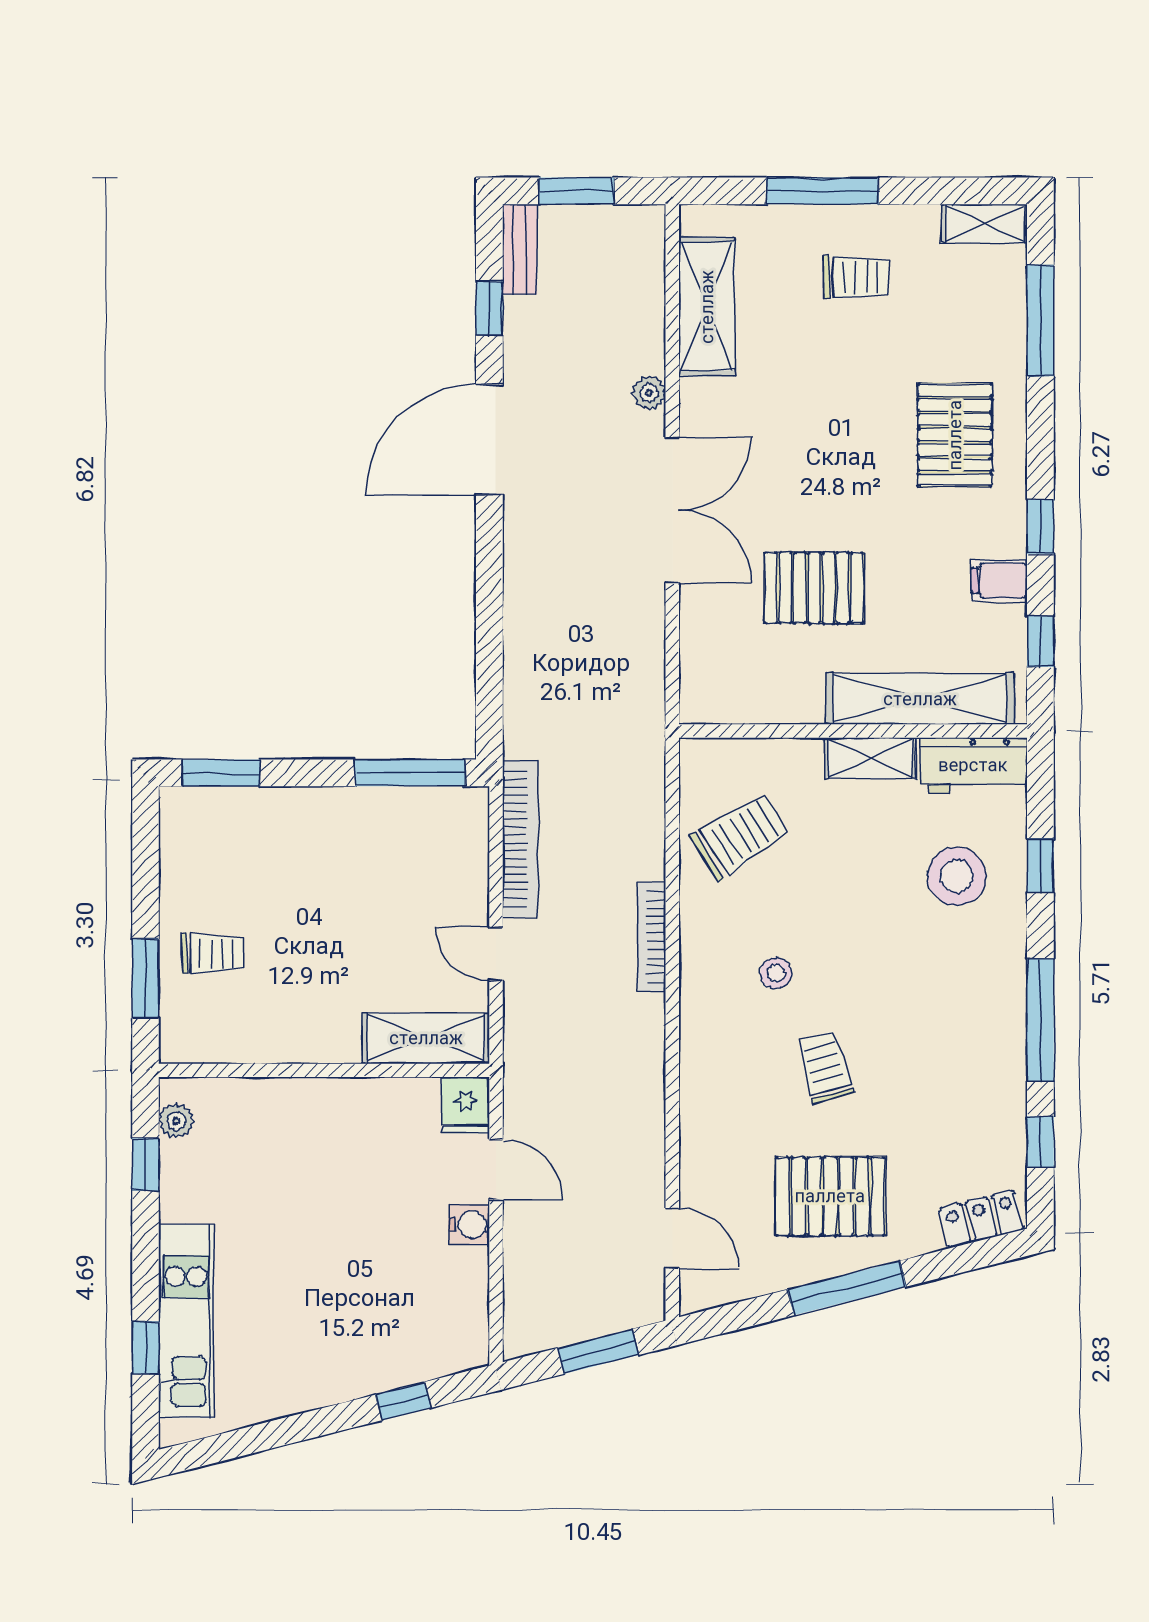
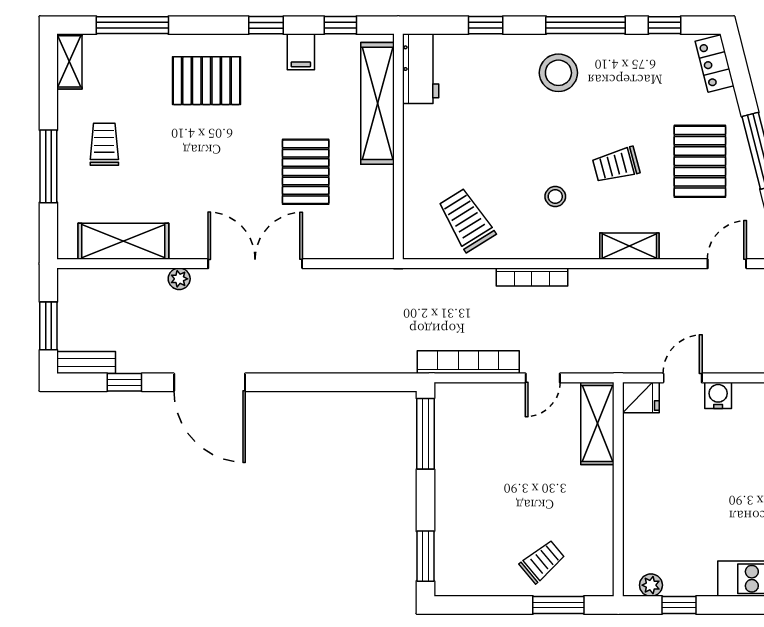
shelving: (870, 758) -> (629, 246), moved, turned 90
stool: (957, 876) -> (558, 73), moved
trolley: (213, 953) -> (542, 562), turned 50

